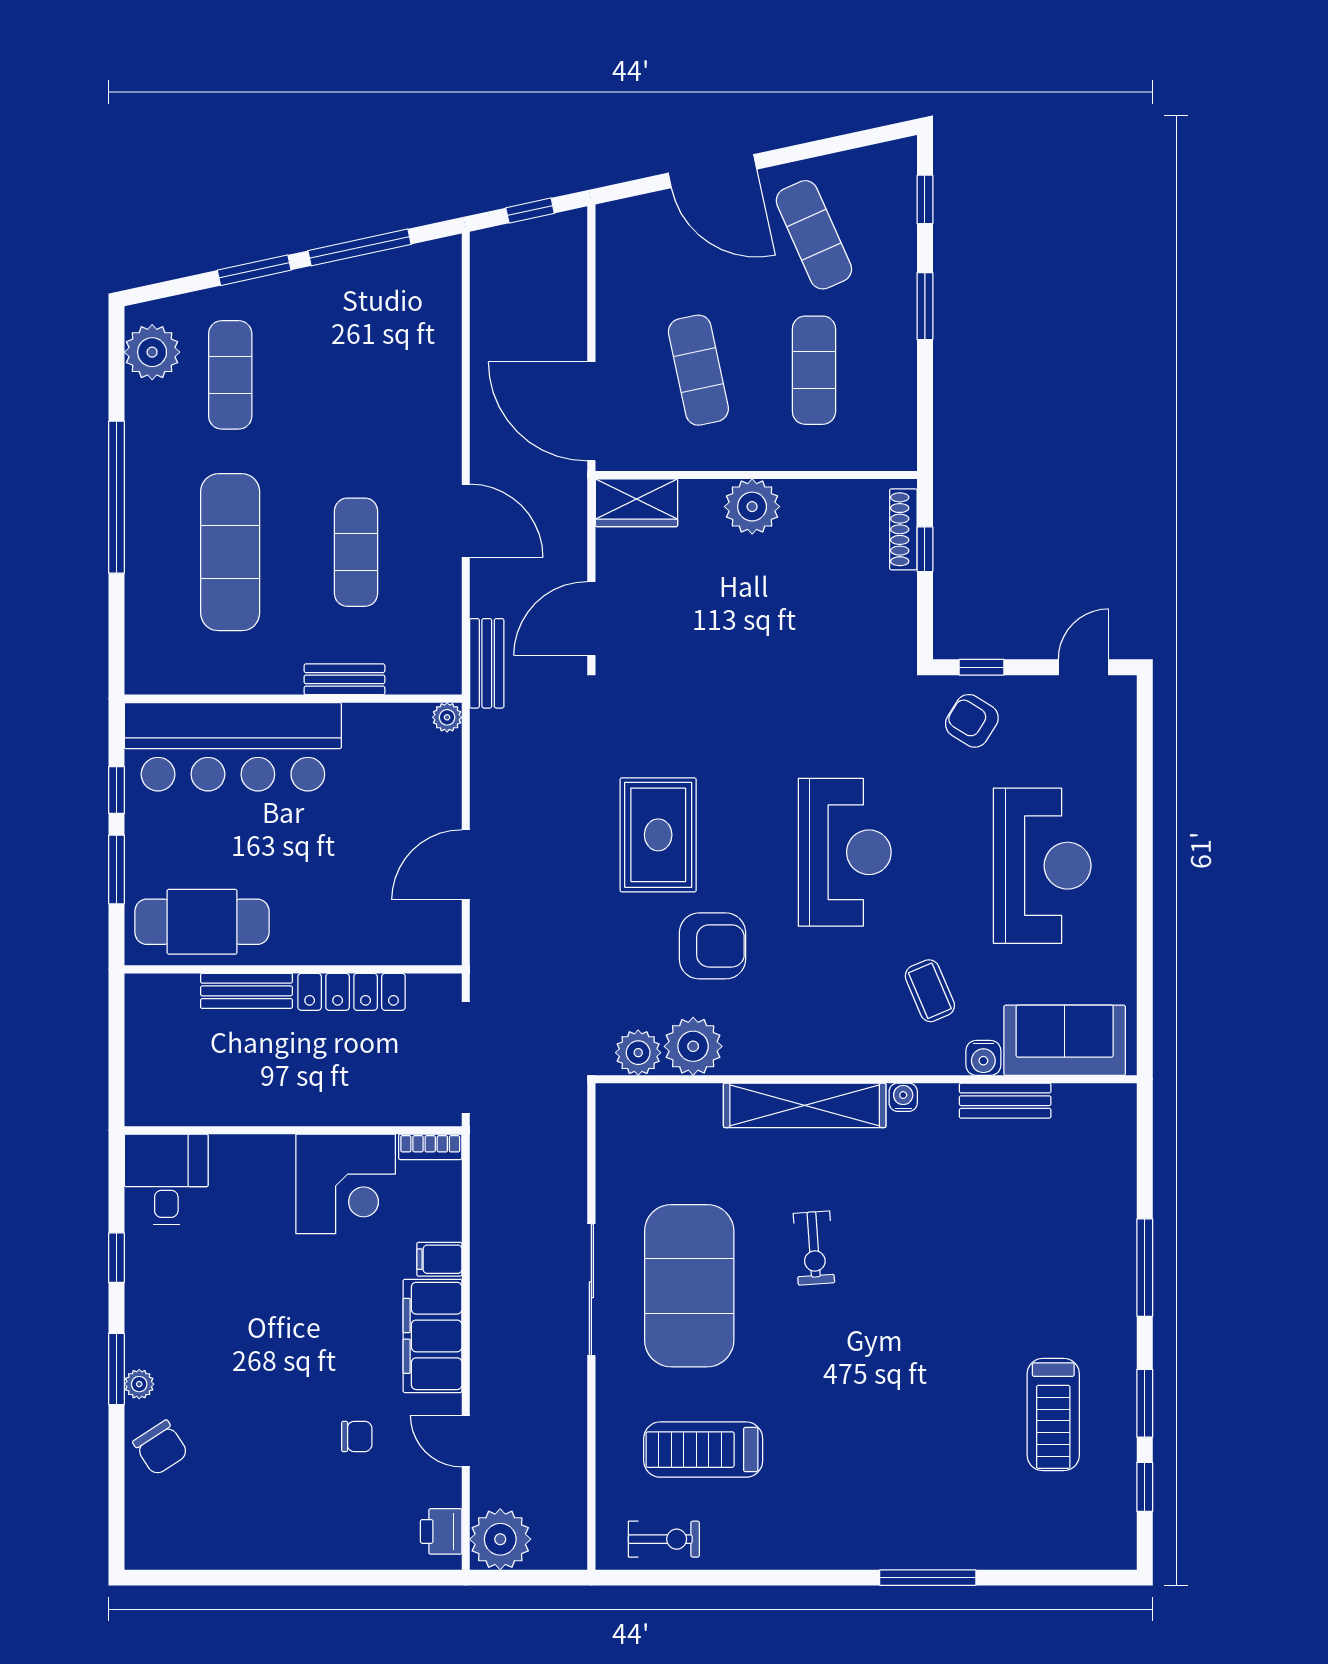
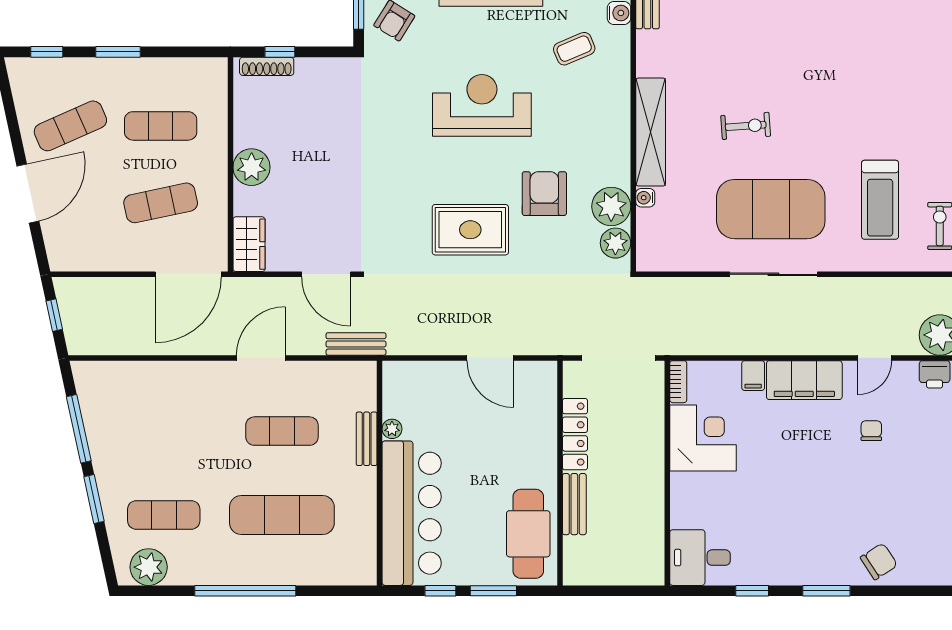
plant: (447, 717) -> (392, 429), moved
water cooler: (903, 1097) -> (645, 198), moved
plant: (139, 1384) -> (836, 576), removed

